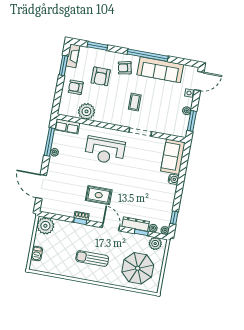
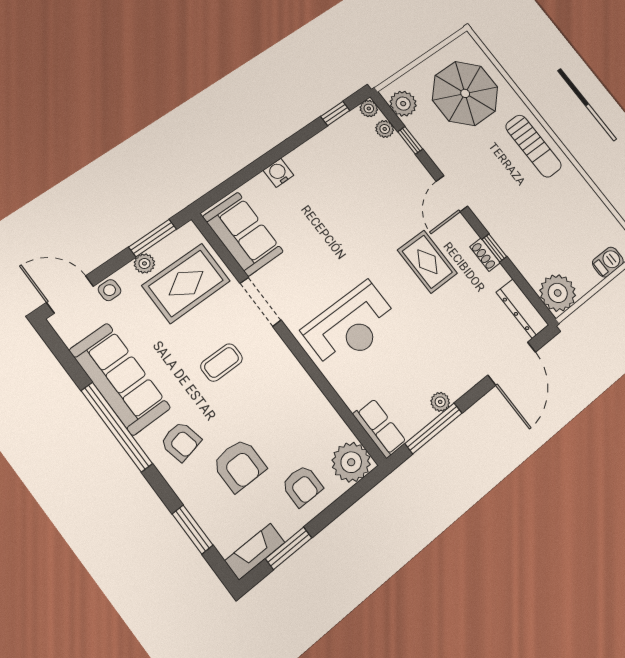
armchair: (101, 76) -> (239, 465), turned 90
plant: (86, 111) -> (351, 462), moved
rug: (168, 116) -> (186, 283), added
reception desk: (105, 150) -> (351, 326), turned 90
sofa: (173, 157) -> (243, 234), moved, turned -90
dresser: (136, 224) -> (522, 309), moved
sun lounger: (92, 258) -> (533, 146), moved

